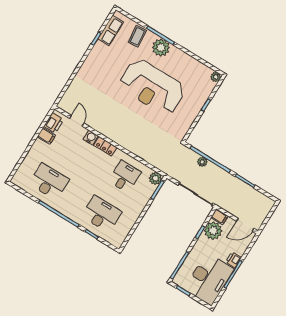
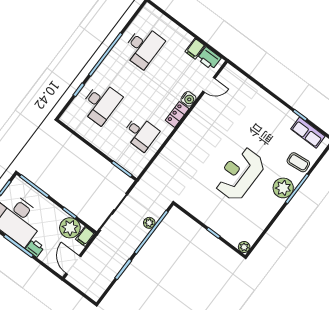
reception desk: (152, 87) -> (239, 174), width x0.74, depth x0.77
plant: (155, 178) -> (135, 168), removed

